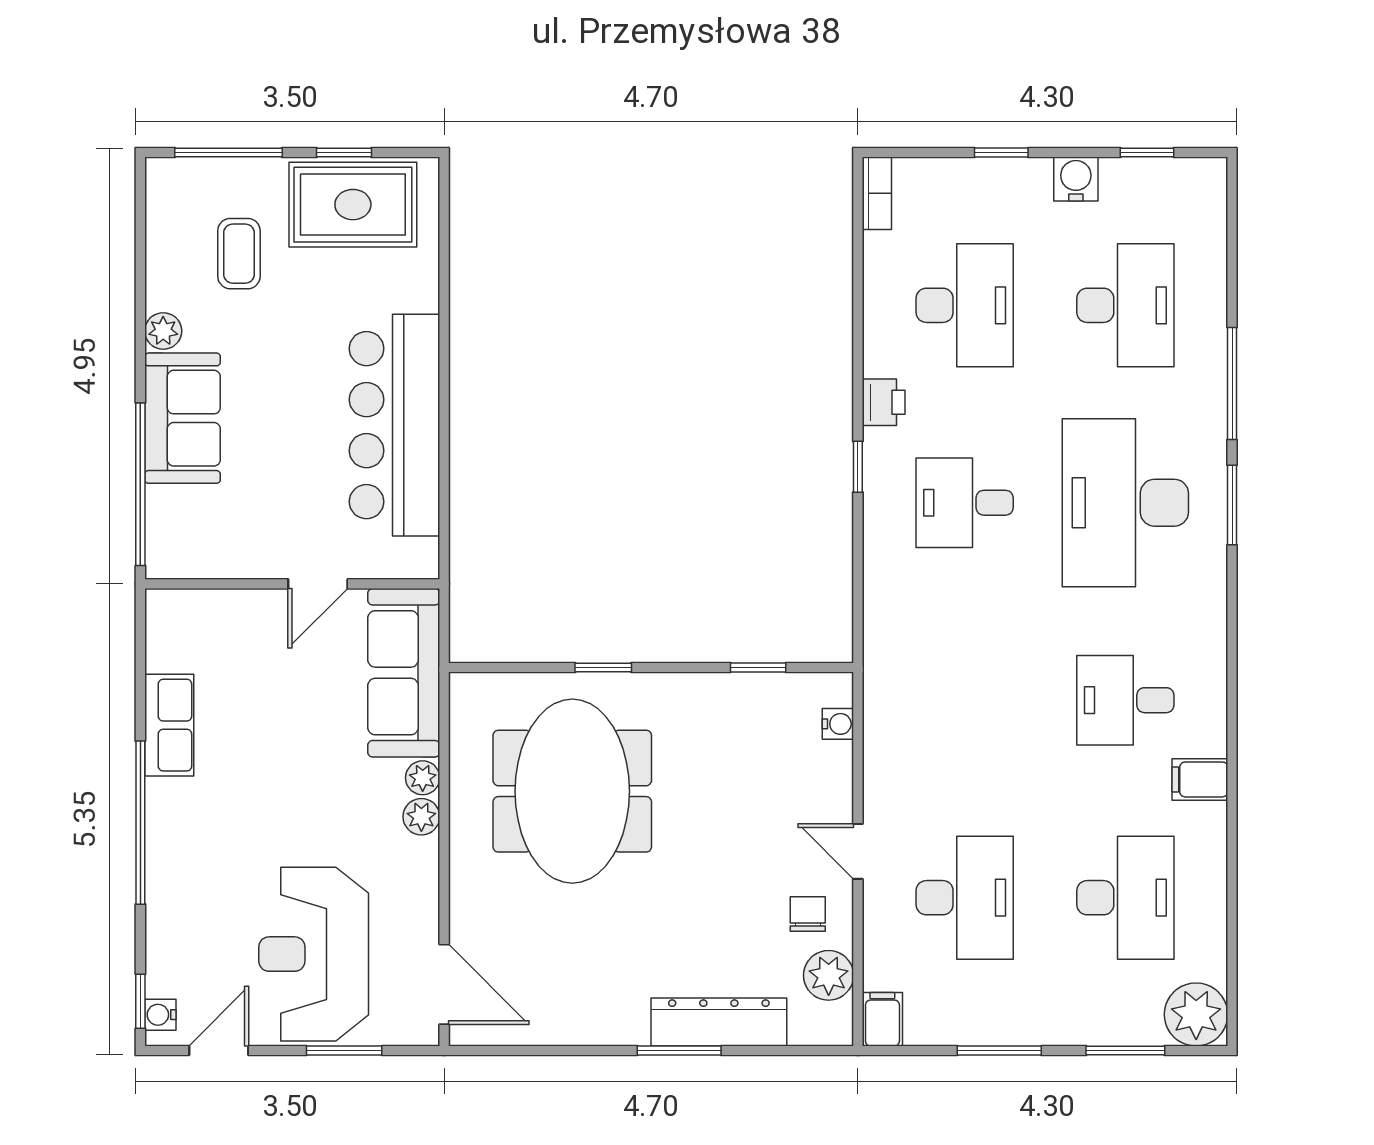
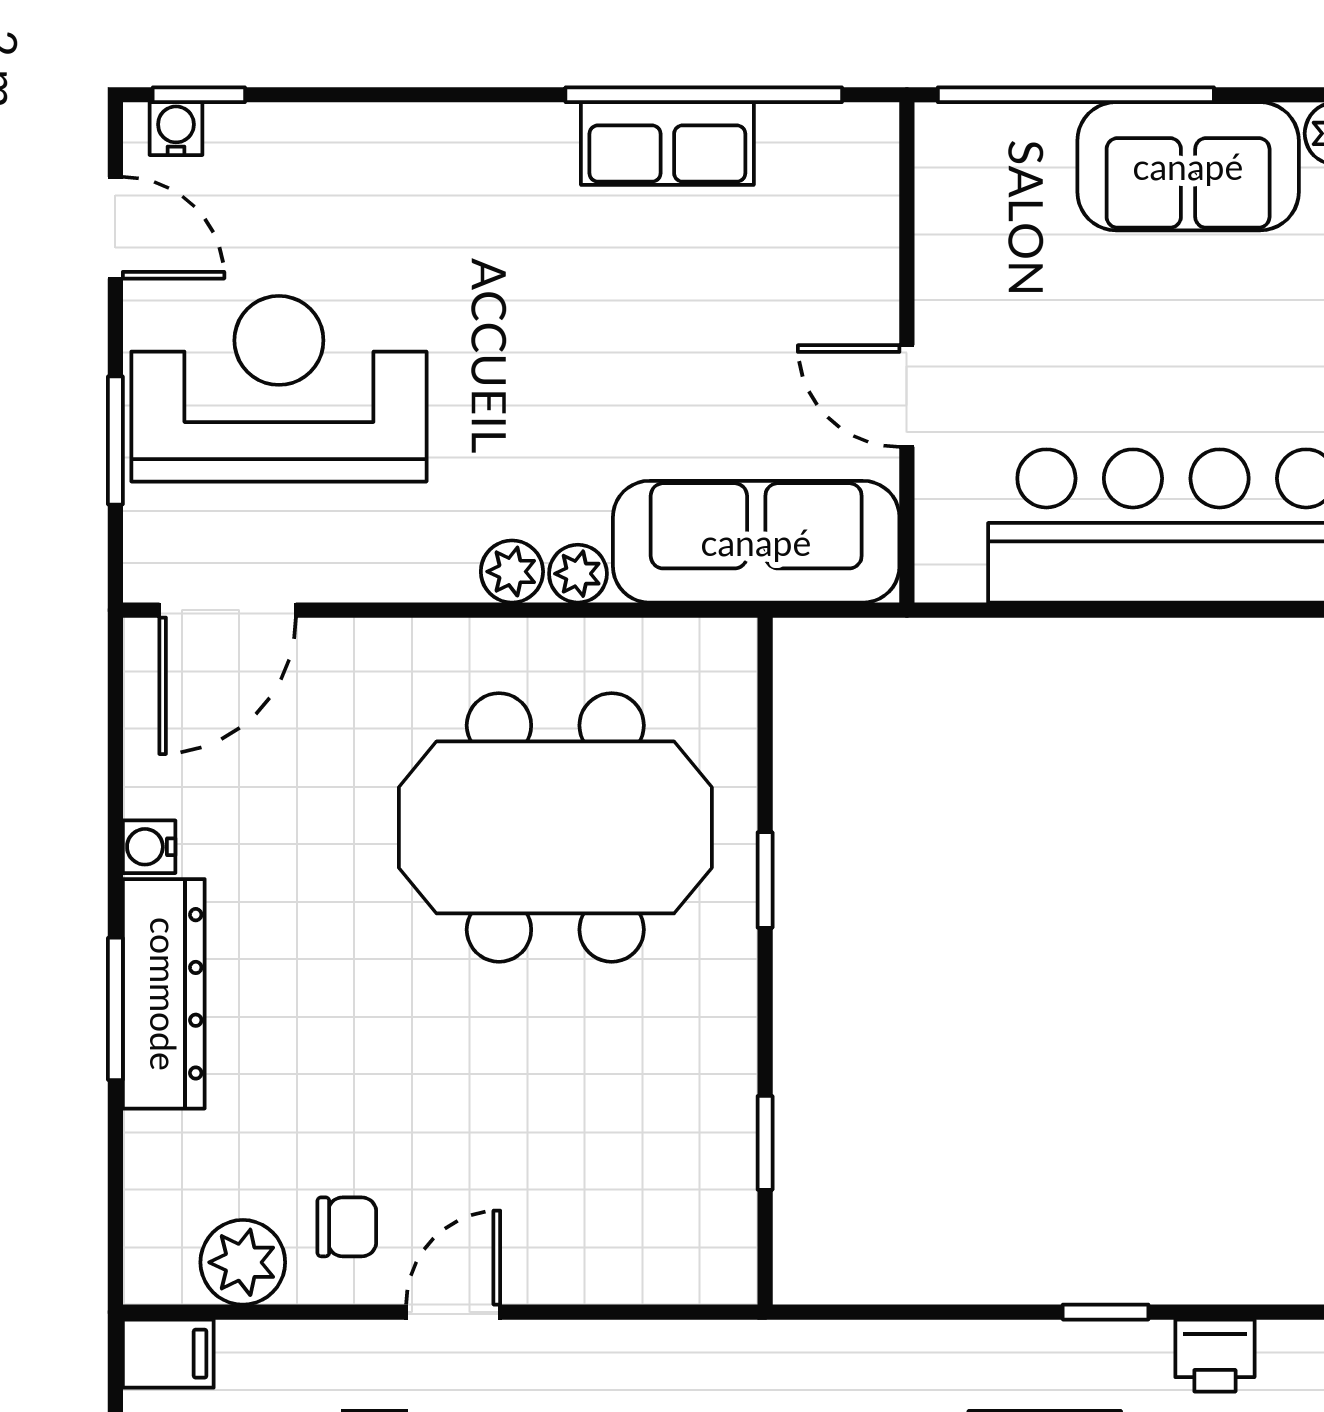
water cooler: (838, 724) -> (149, 847), moved, turned 90
window: (140, 823) -> (704, 95), moved
dresser: (719, 1022) -> (164, 994), moved

